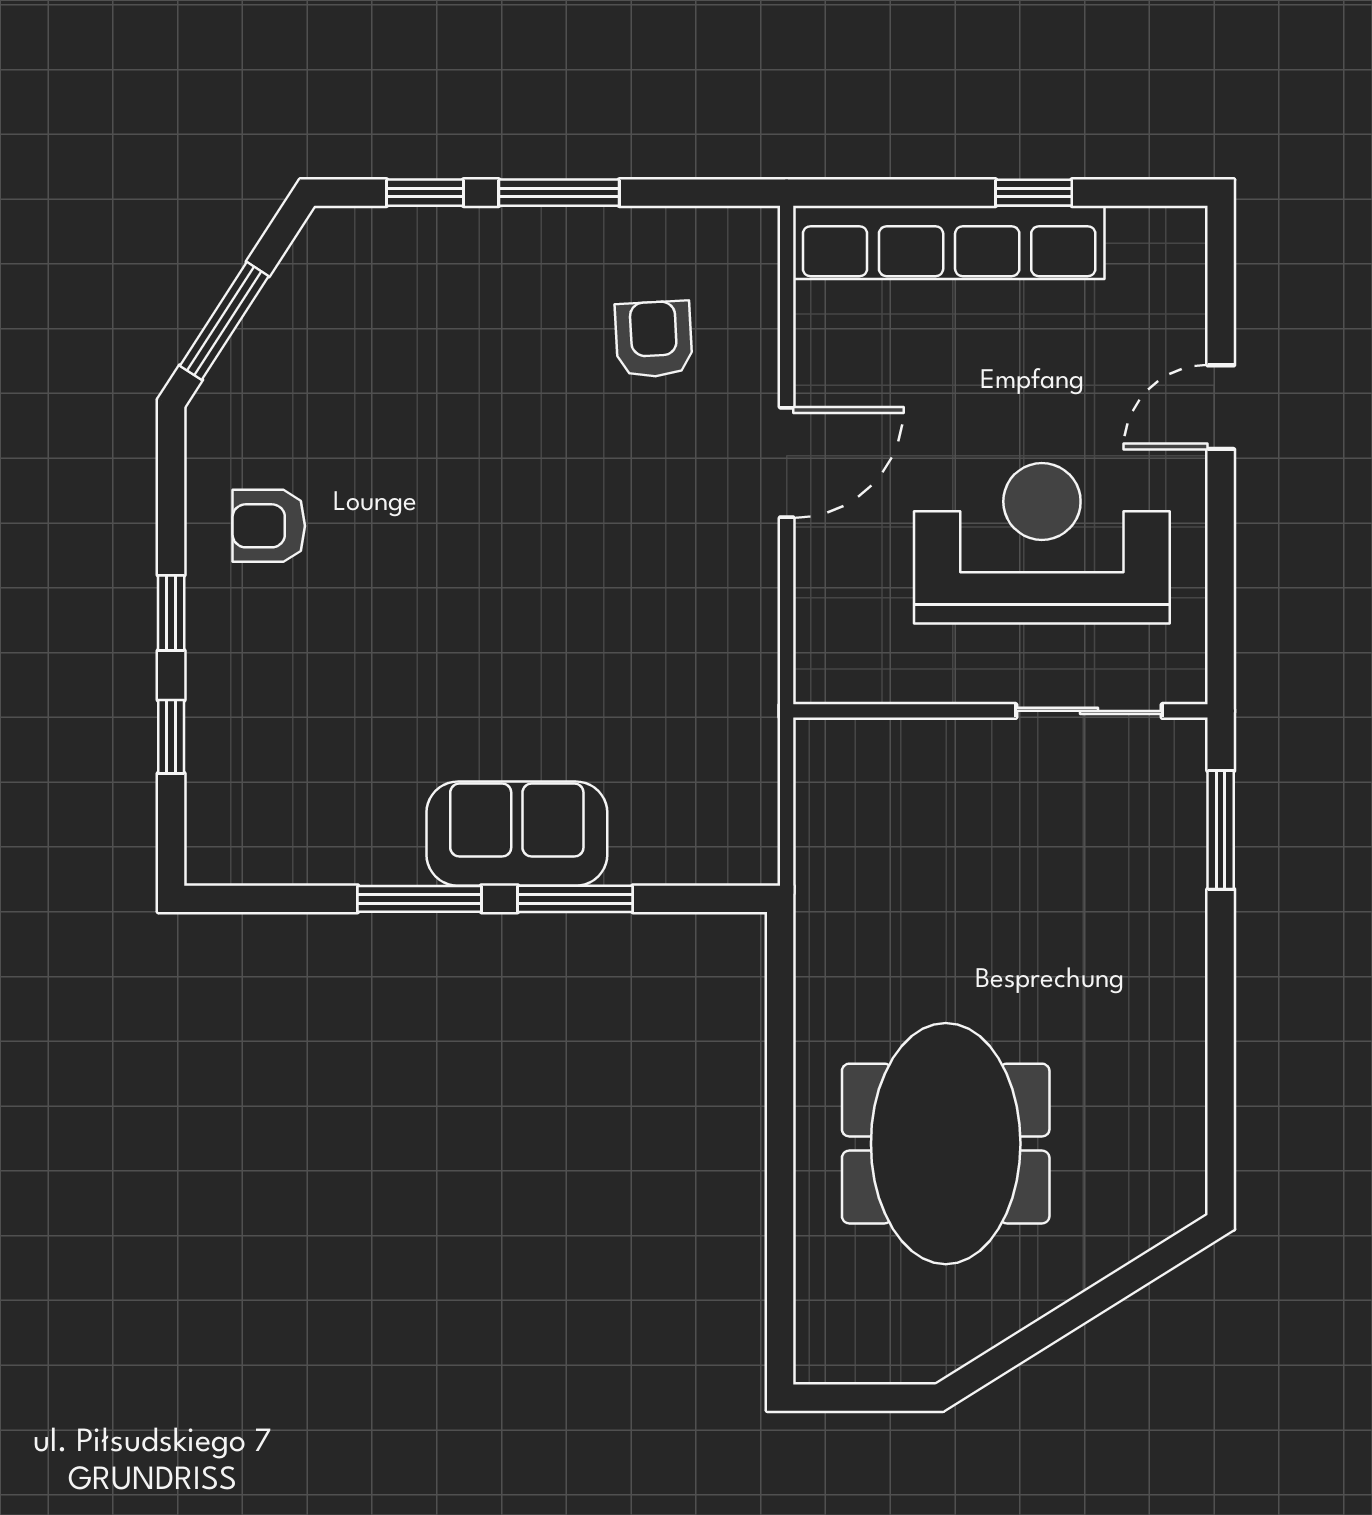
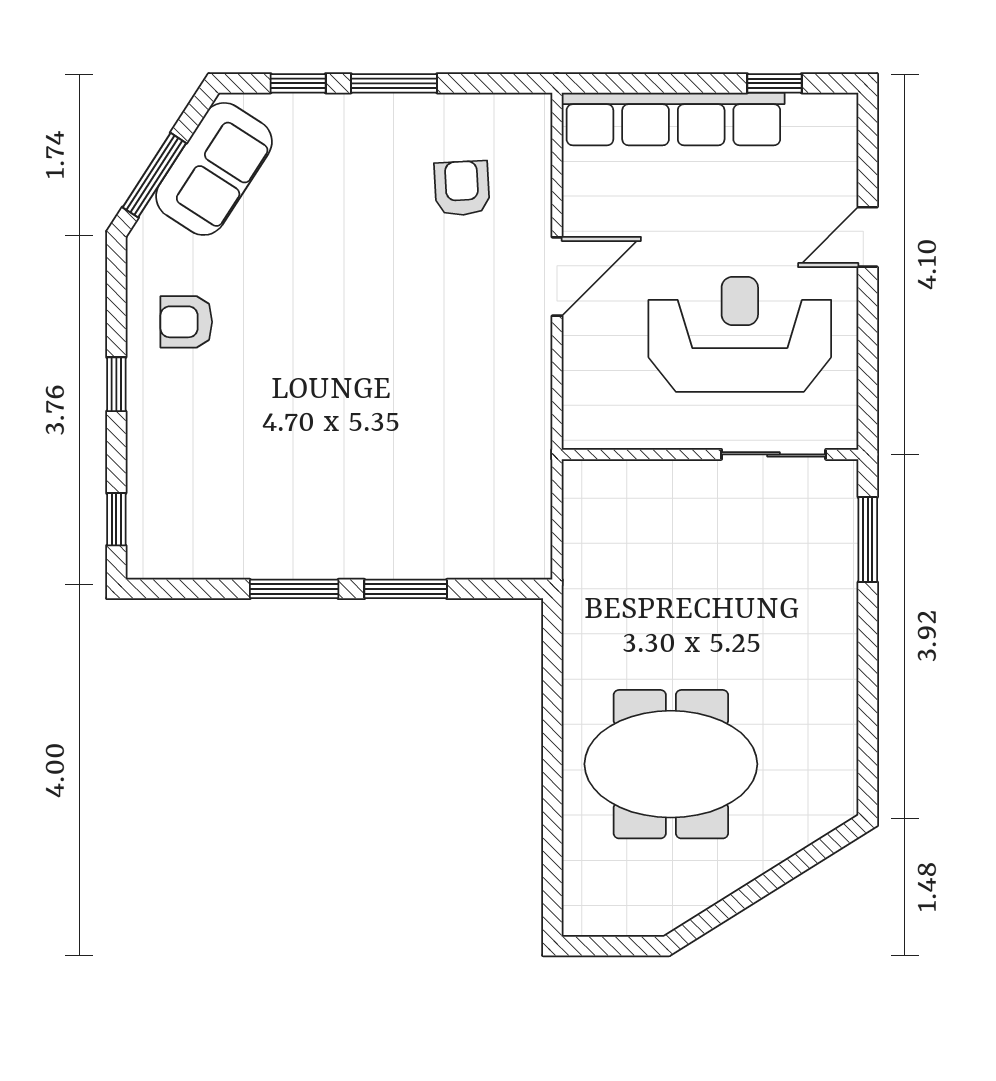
window: (1034, 193) -> (774, 83), moved
window: (171, 737) -> (116, 519), moved
sofa: (517, 834) -> (214, 169), moved, turned 123
meeting table: (946, 1144) -> (671, 764), turned 90

